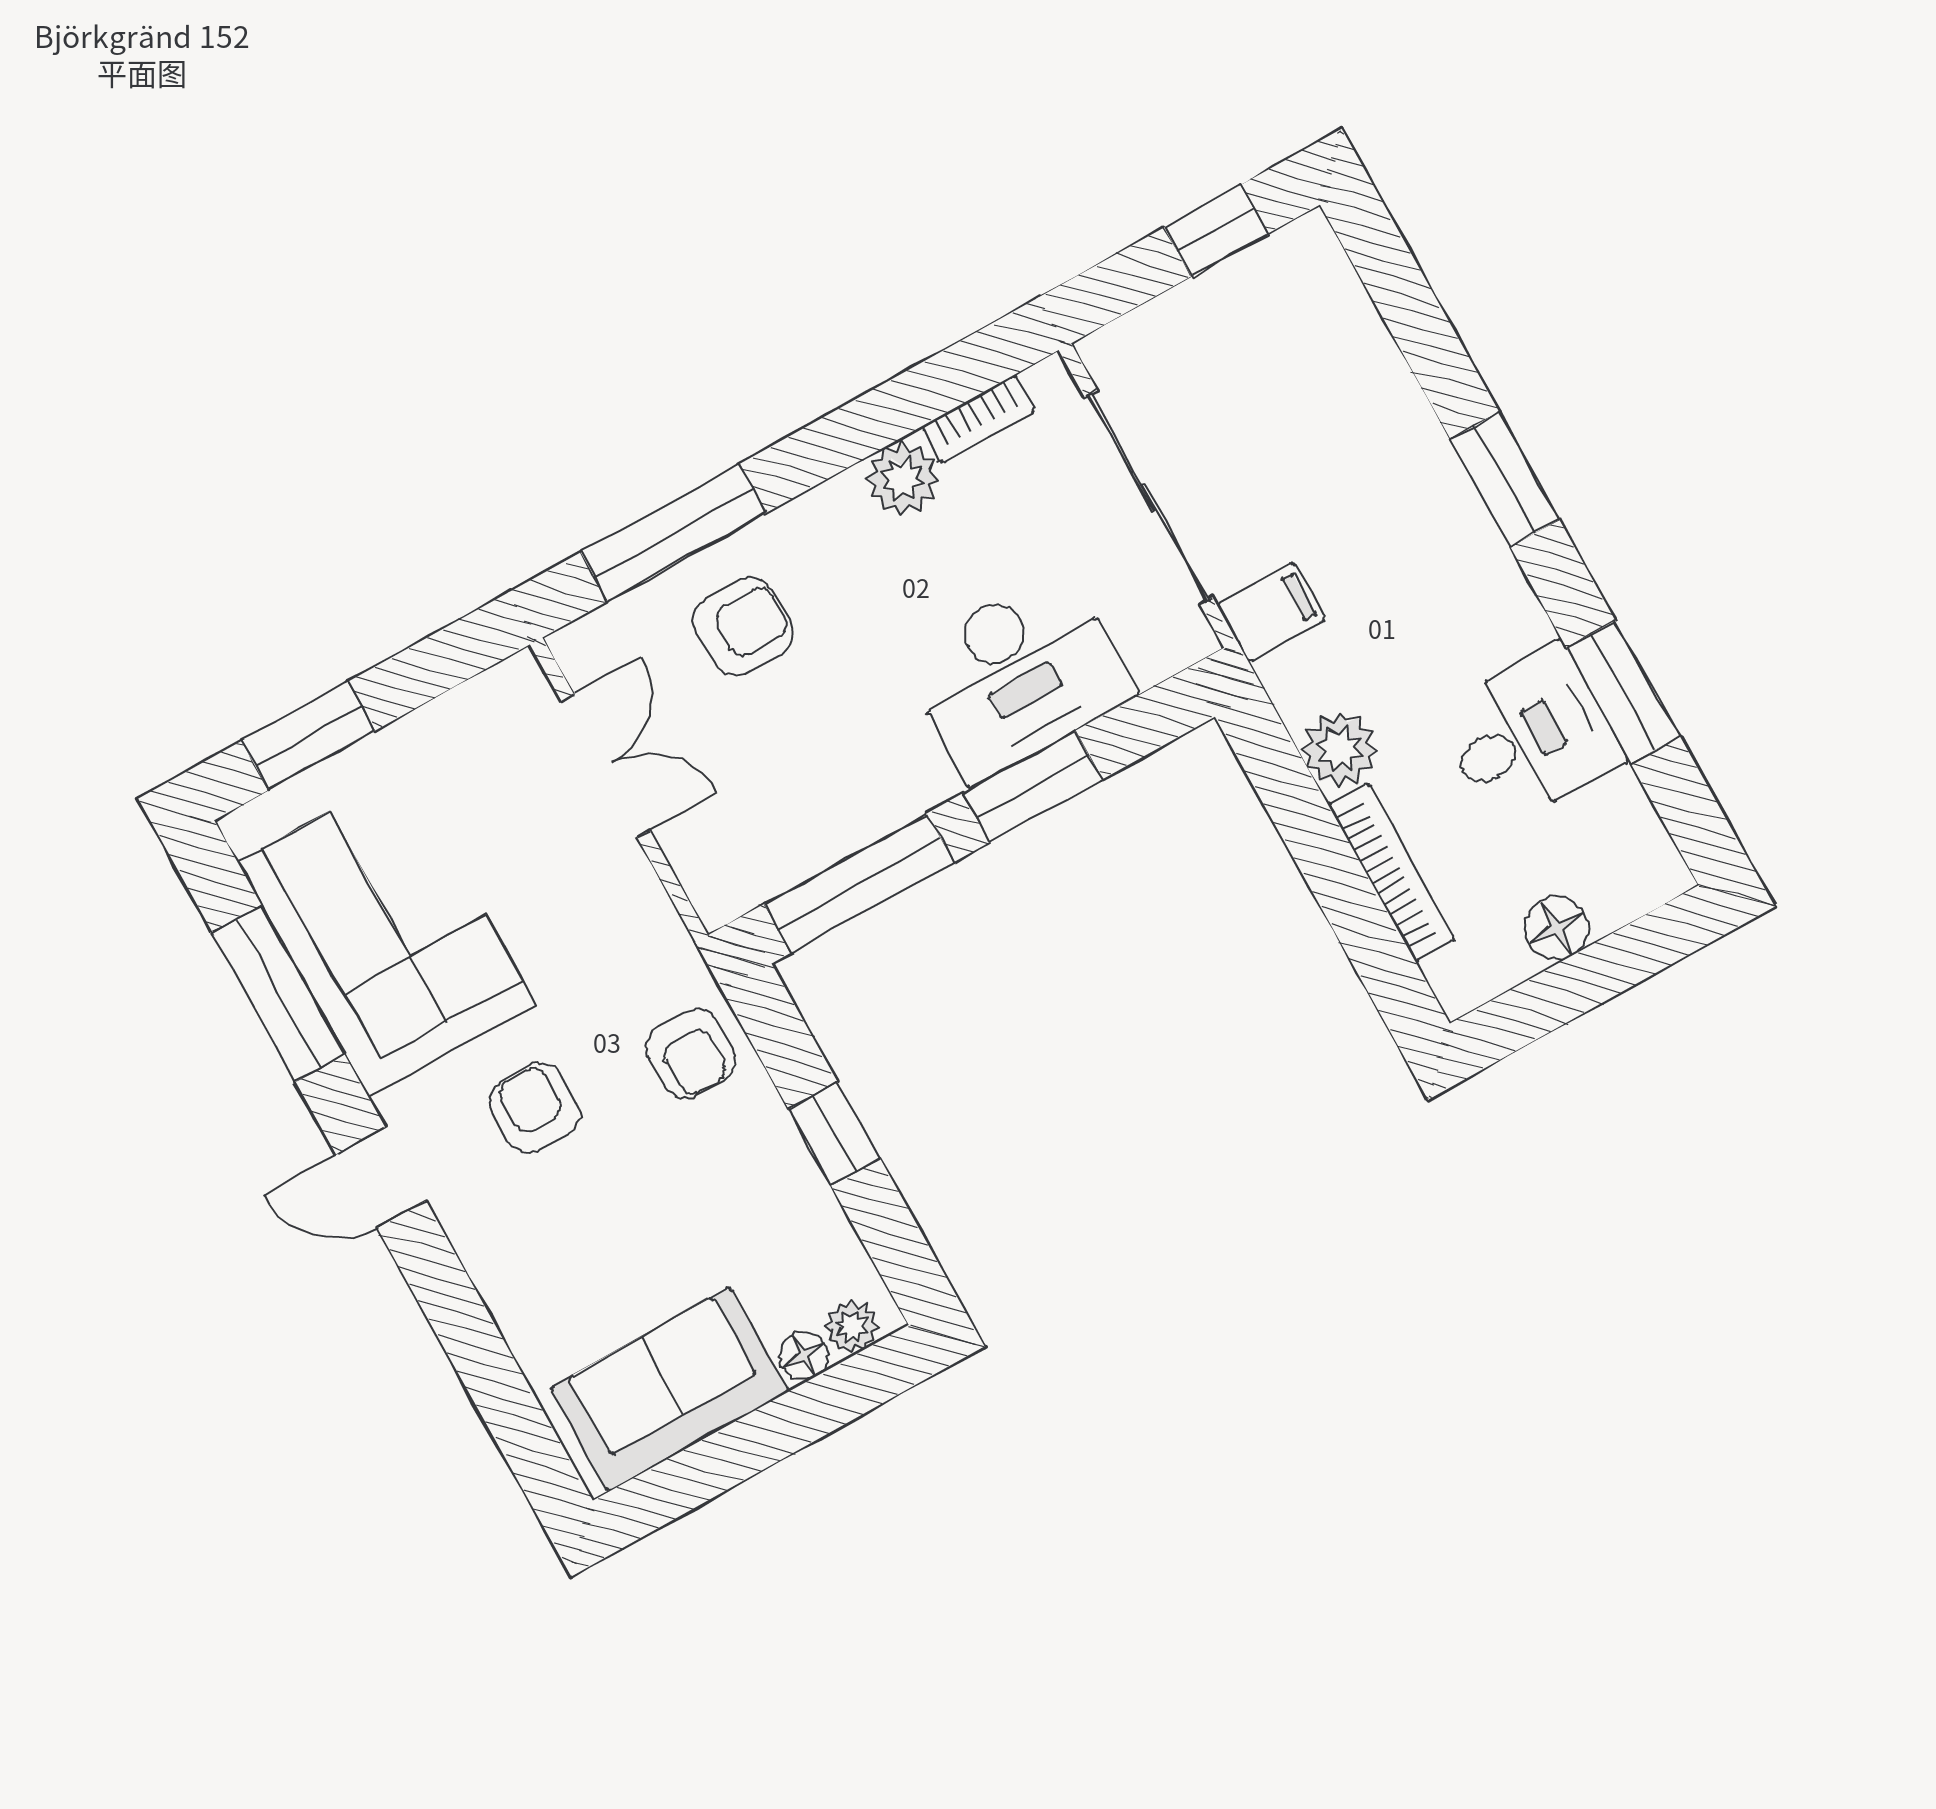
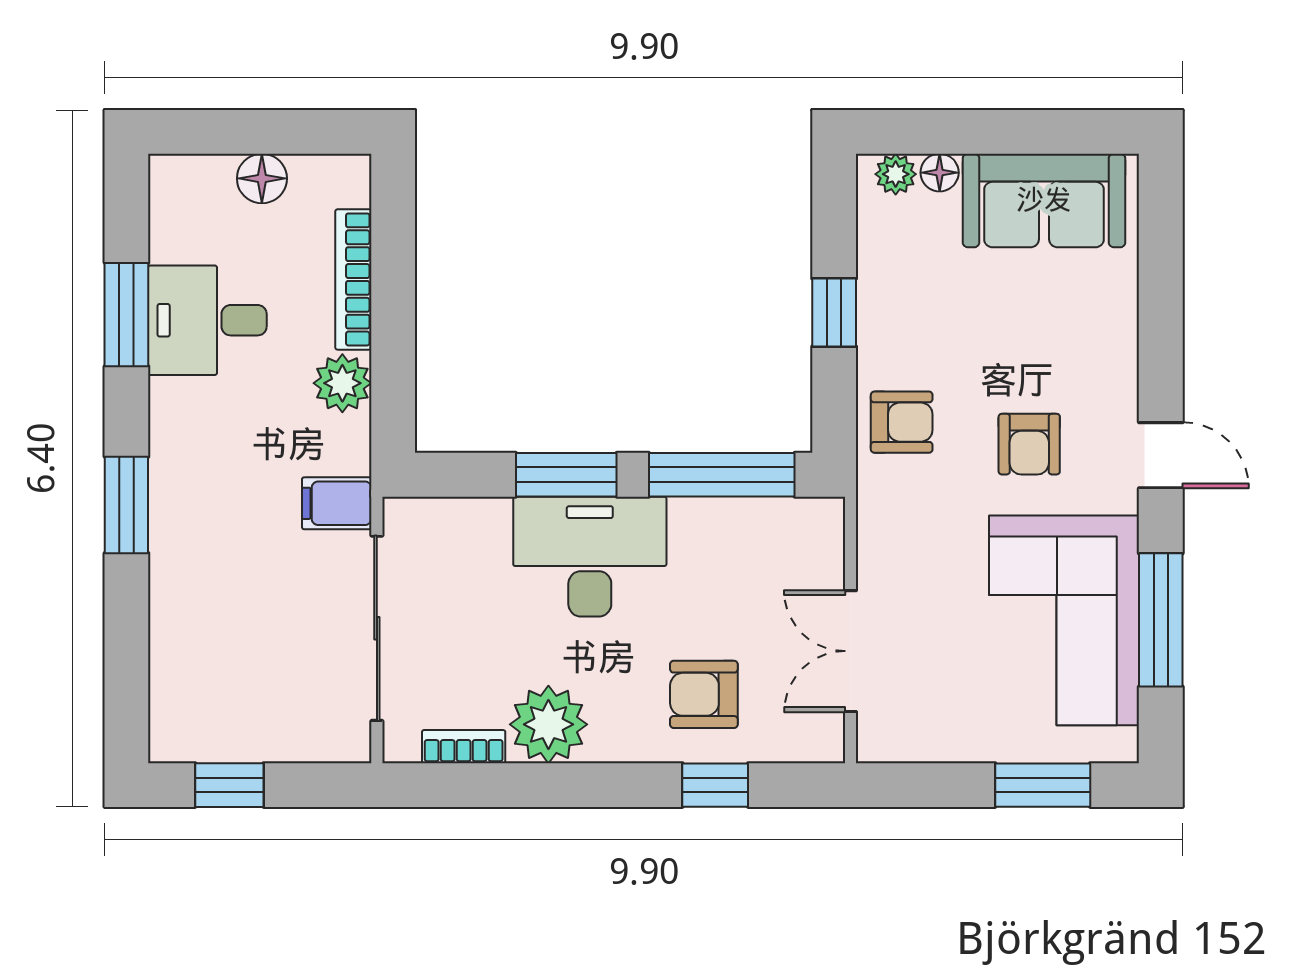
plant: (902, 479) -> (548, 724), width x1.36, depth x1.36
window: (674, 532) -> (715, 785), width x0.46
desk: (1017, 675) -> (590, 557), moved
armchair: (691, 1053) -> (902, 422), turned 90

